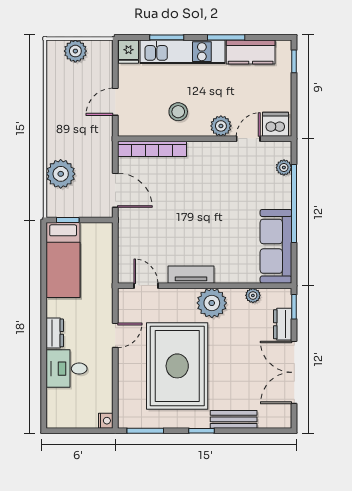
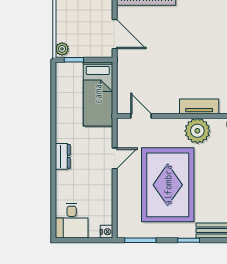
plant: (61, 174) -> (62, 49), moved, width x0.53, depth x0.53
bed: (63, 260) -> (98, 94), moved
tv unit: (191, 275) -> (199, 106), moved
desk: (67, 369) -> (72, 221), moved, turned -90

